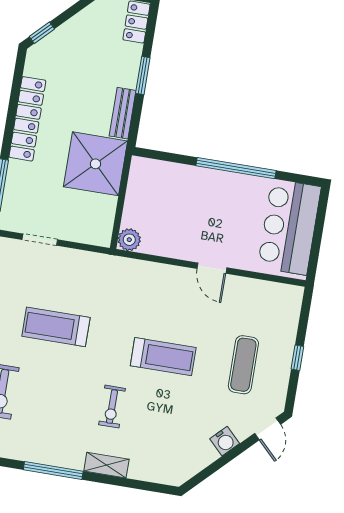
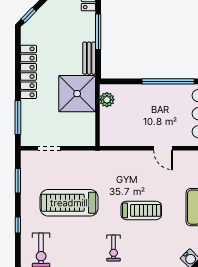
window: (143, 76) -> (98, 32), width x1.44
plant: (129, 240) -> (107, 100), moved
treadmill: (56, 327) -> (69, 203), width x1.37, depth x1.38

